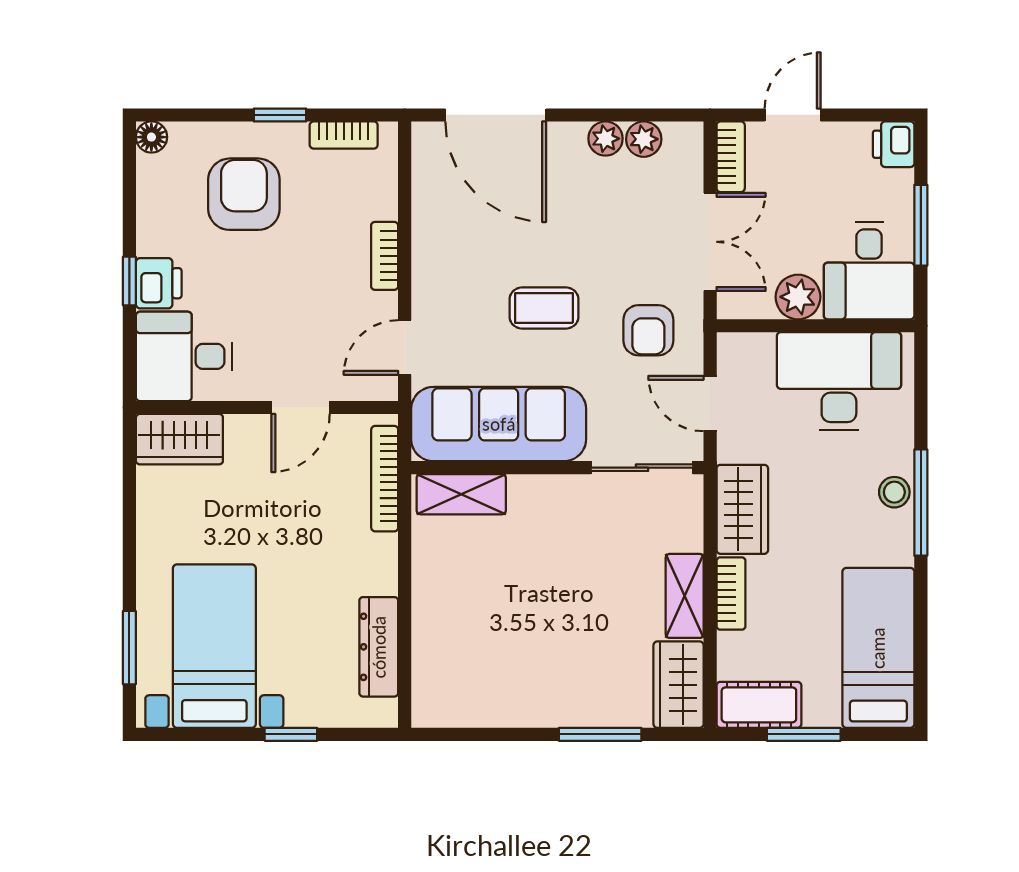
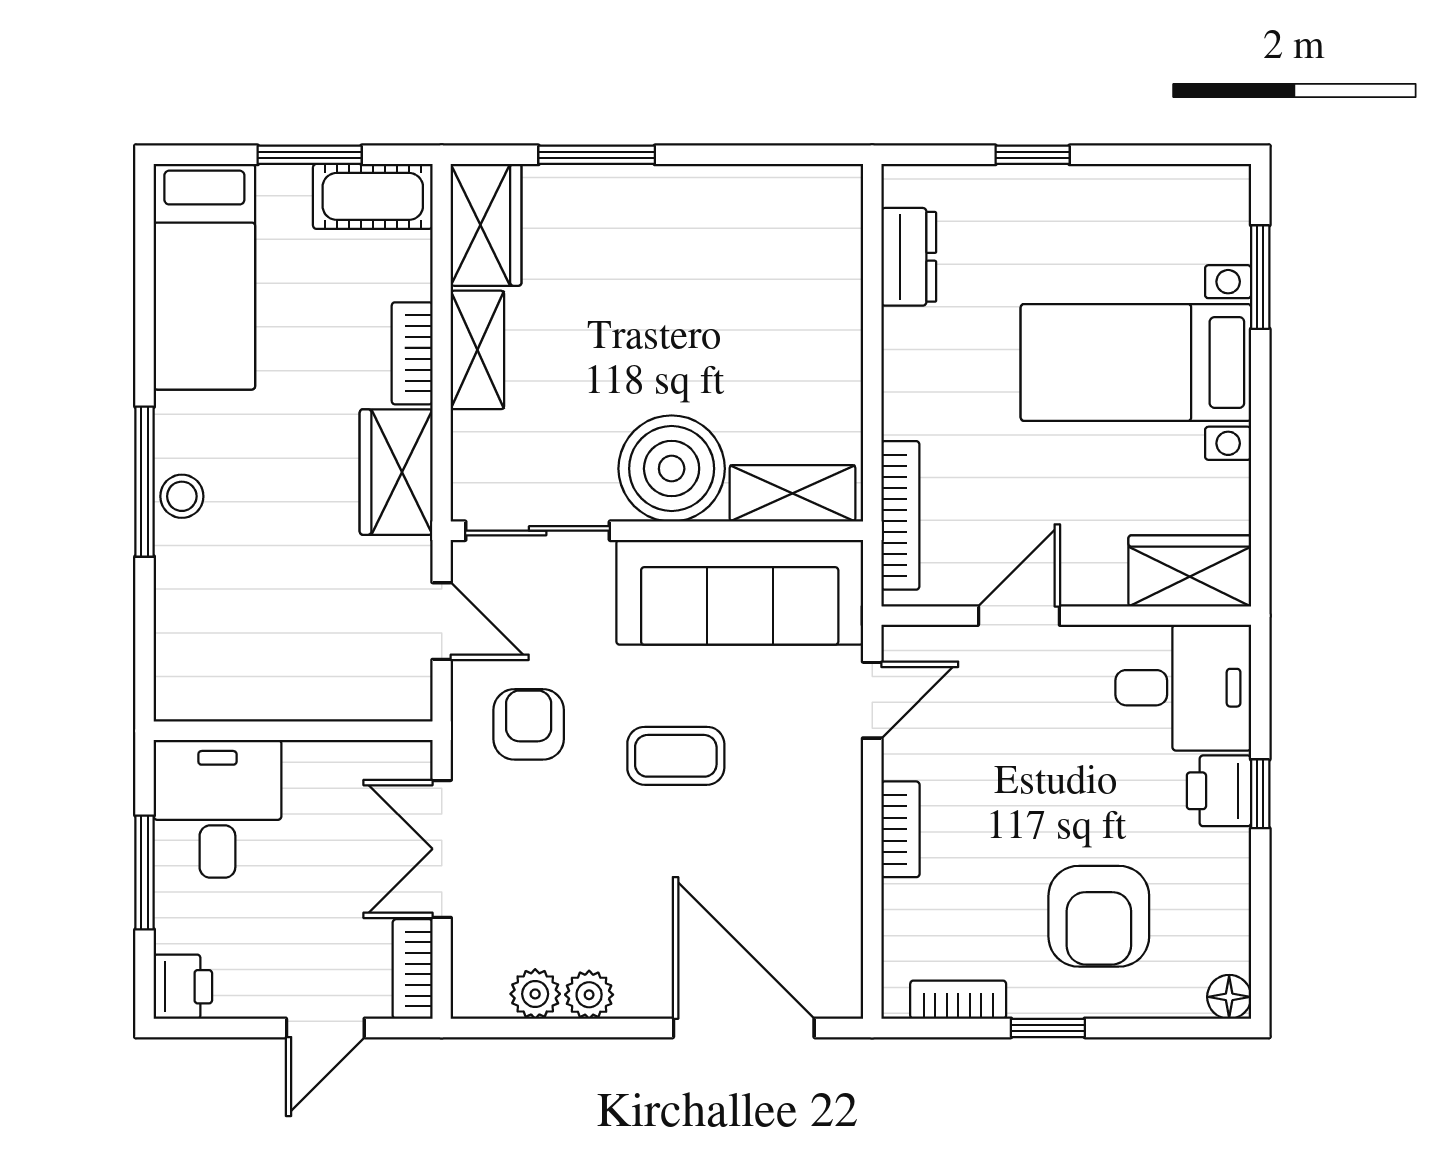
plant: (798, 297) -> (318, 771), removed
desk: (839, 381) -> (260, 653), removed
boiler: (547, 512) -> (672, 469), added
bed with nightstands: (214, 646) -> (1136, 362), moved, turned 90
dresser: (379, 647) -> (909, 257), width x0.70

